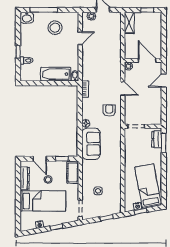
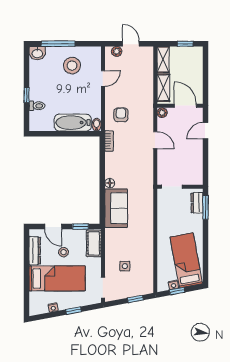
shelving: (129, 46) -> (163, 88), added
armchair: (109, 111) -> (121, 115), moved

